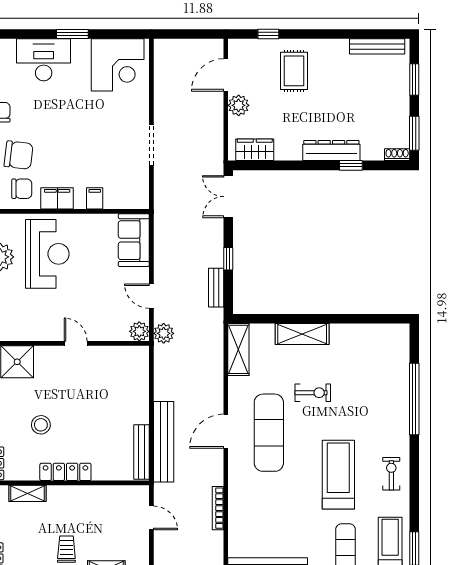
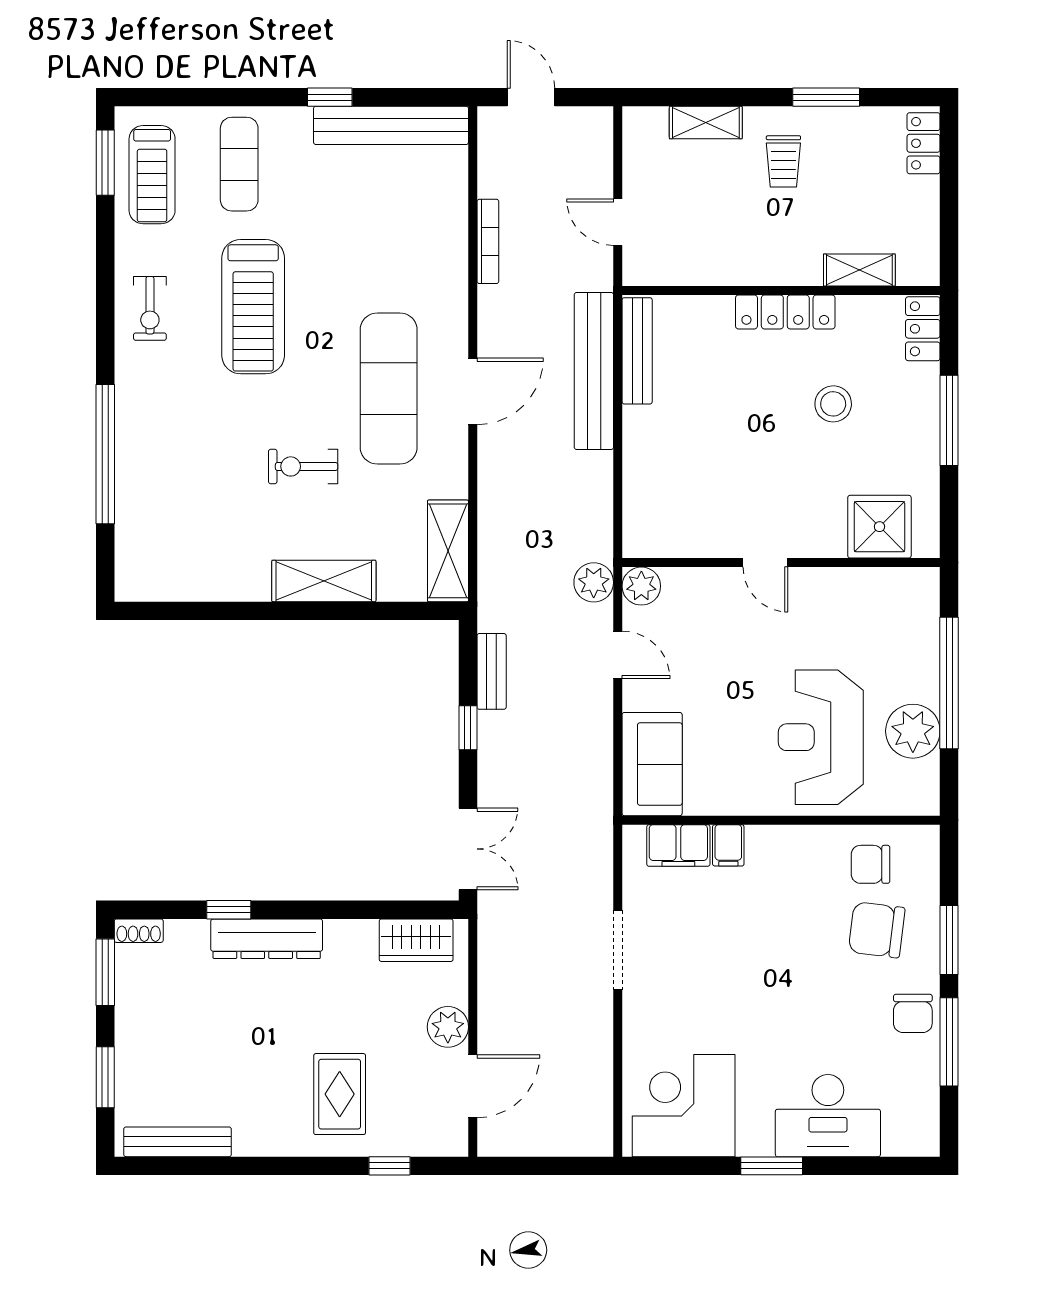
filing cabinet: (57, 198) -> (678, 845), moved

